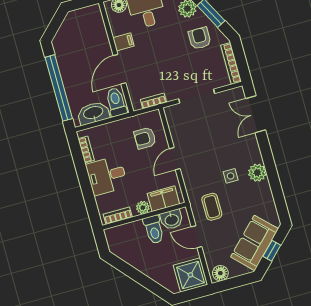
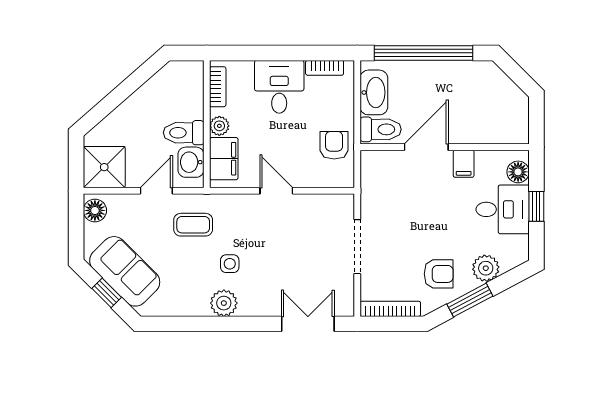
door: (119, 69) -> (426, 147), hinge flipped
bookcase: (153, 101) -> (367, 183), removed
armchair: (145, 138) -> (334, 145), moved

